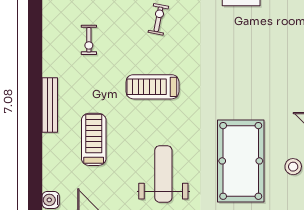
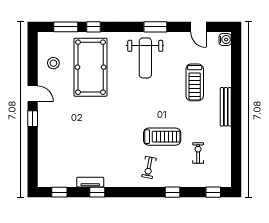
treadmill: (152, 87) -> (162, 137), moved

